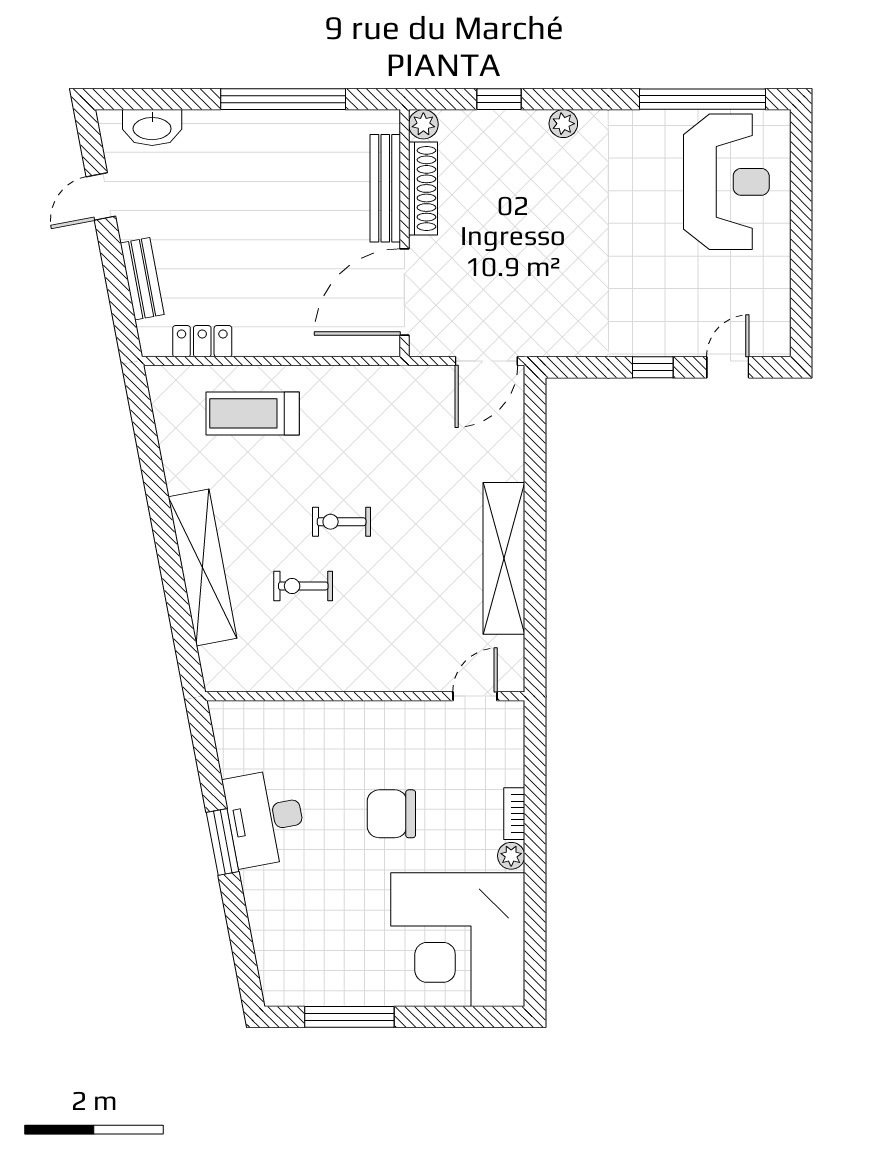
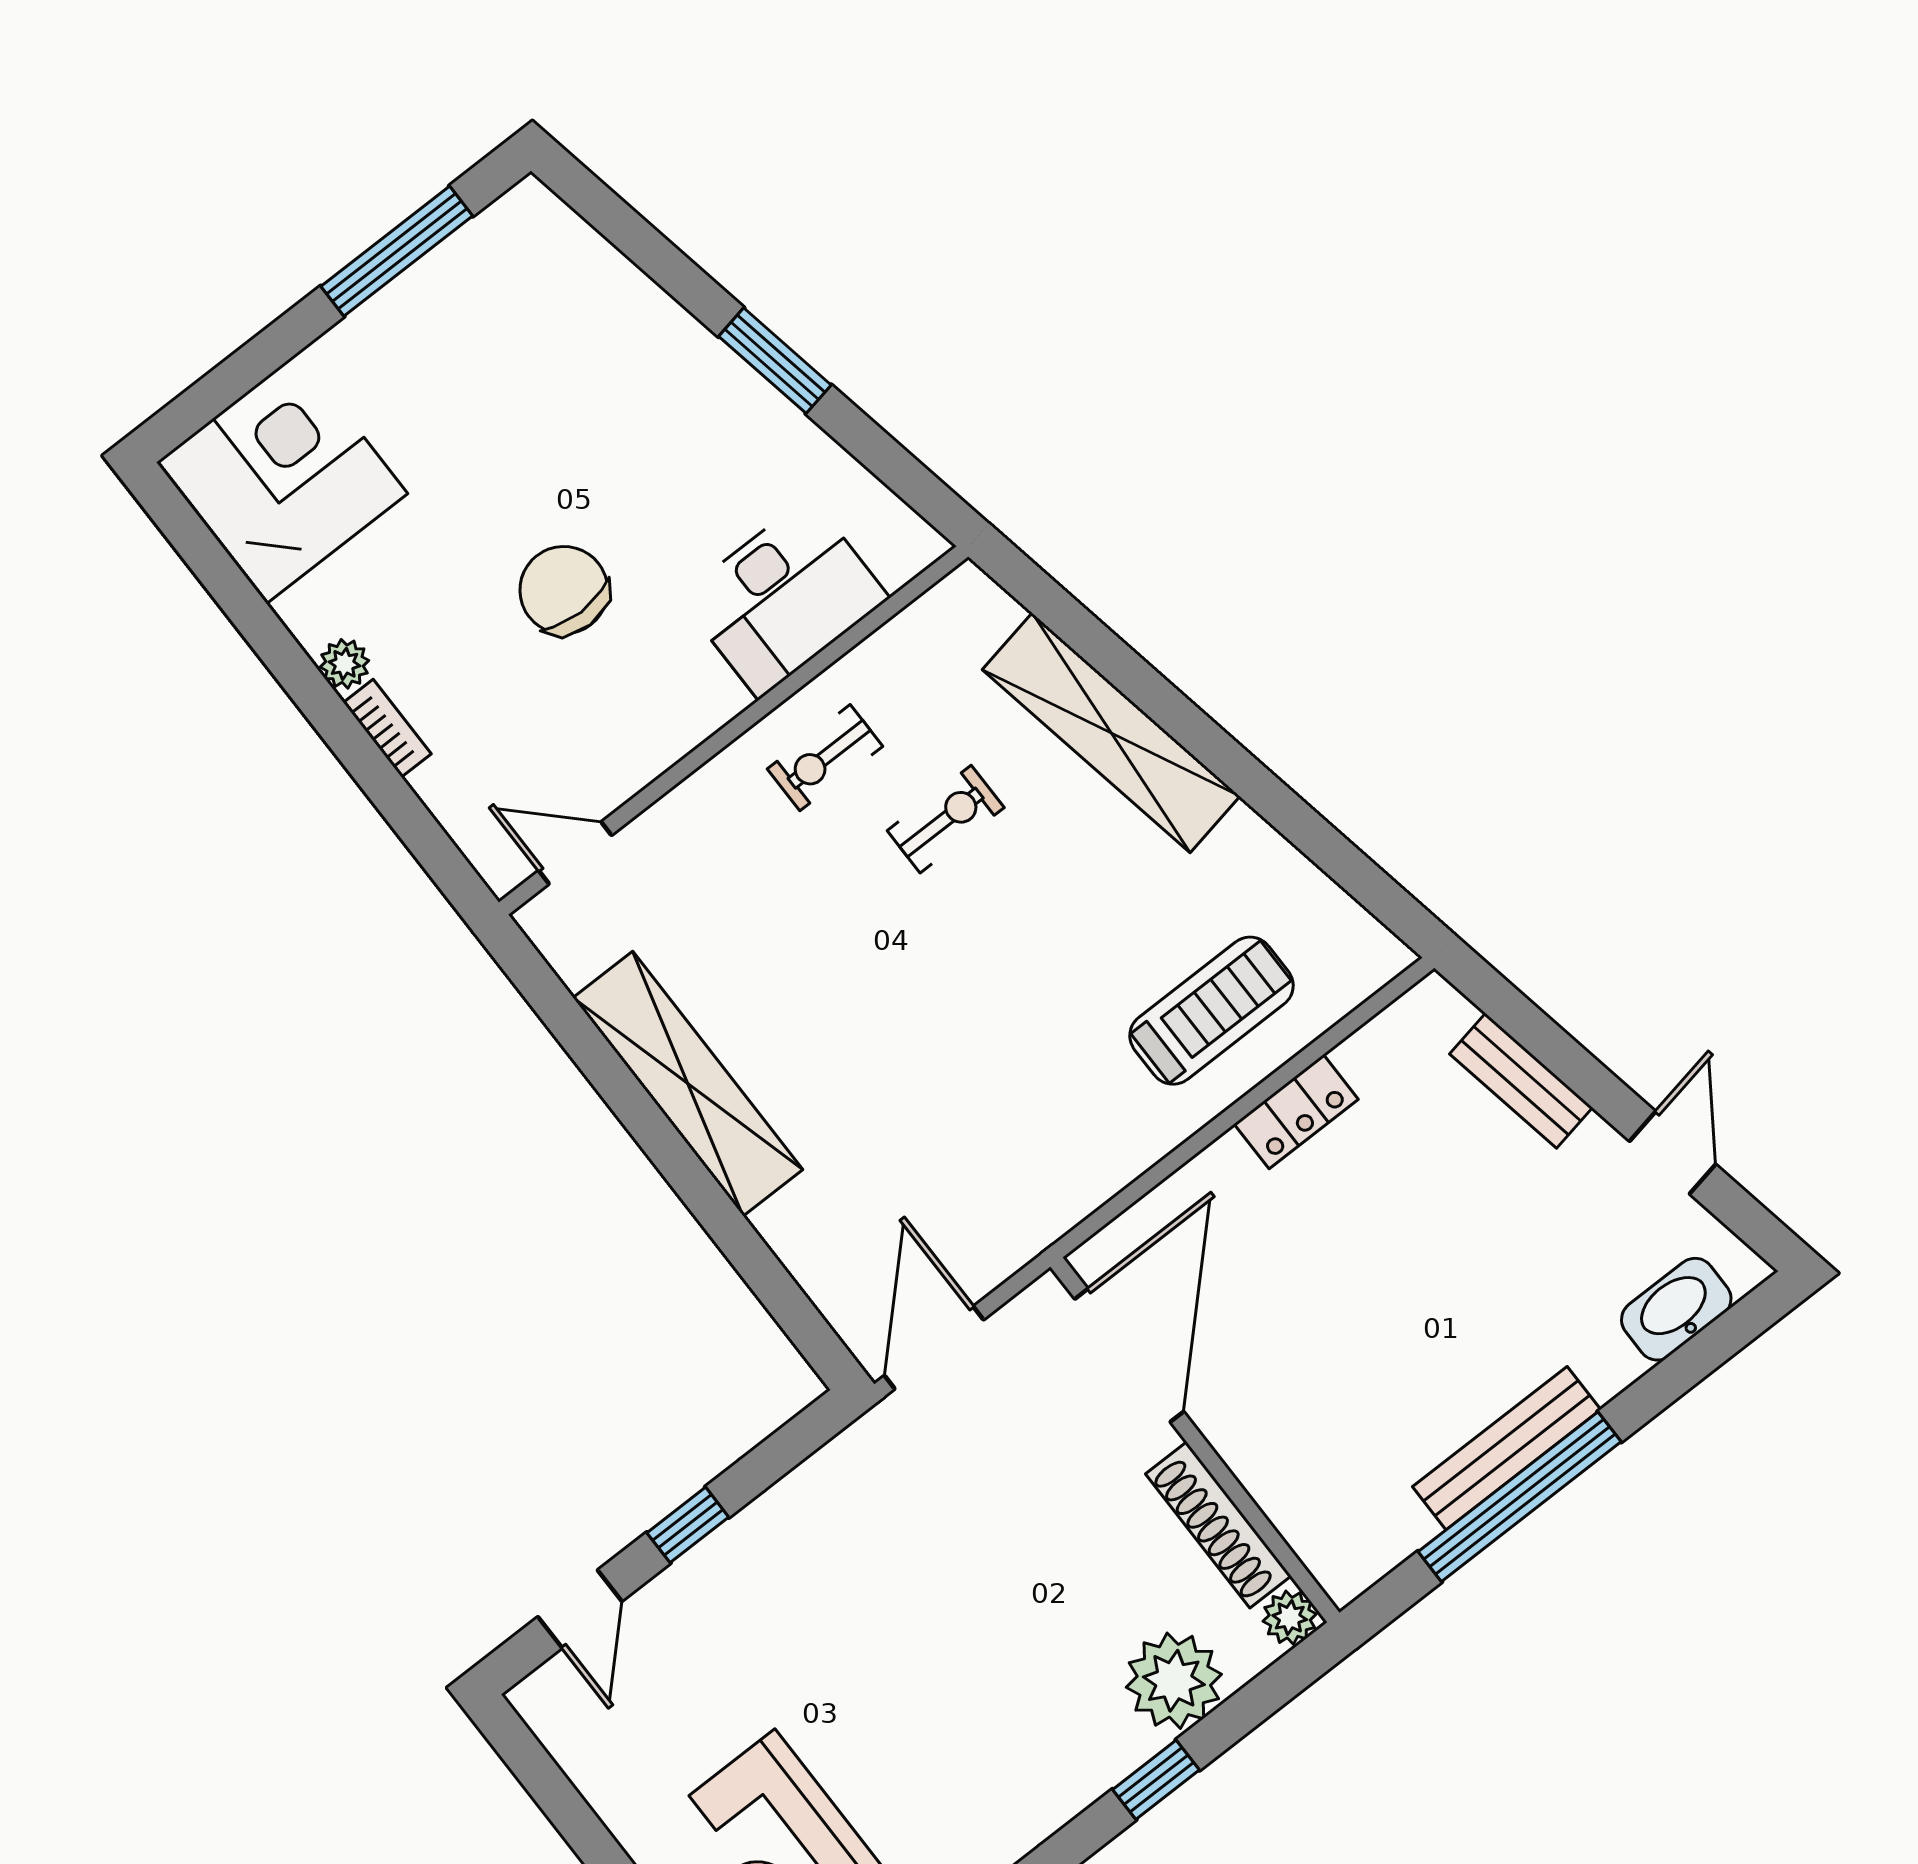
window: (499, 99) -> (1156, 1780), moved
plant: (563, 124) -> (1174, 1681), moved, width x1.87, depth x1.87
bench: (385, 188) -> (1507, 1448), moved, turned 90
locker: (202, 341) -> (1296, 1112), moved
exercise bike: (342, 522) -> (825, 758), moved, turned 180
door: (475, 696) -> (575, 853), swing flipped
chair: (391, 814) -> (564, 590), turned -90
desk: (265, 818) -> (784, 597), moved, turned 101
corner desk: (458, 940) -> (282, 478), width x0.74, depth x0.74

